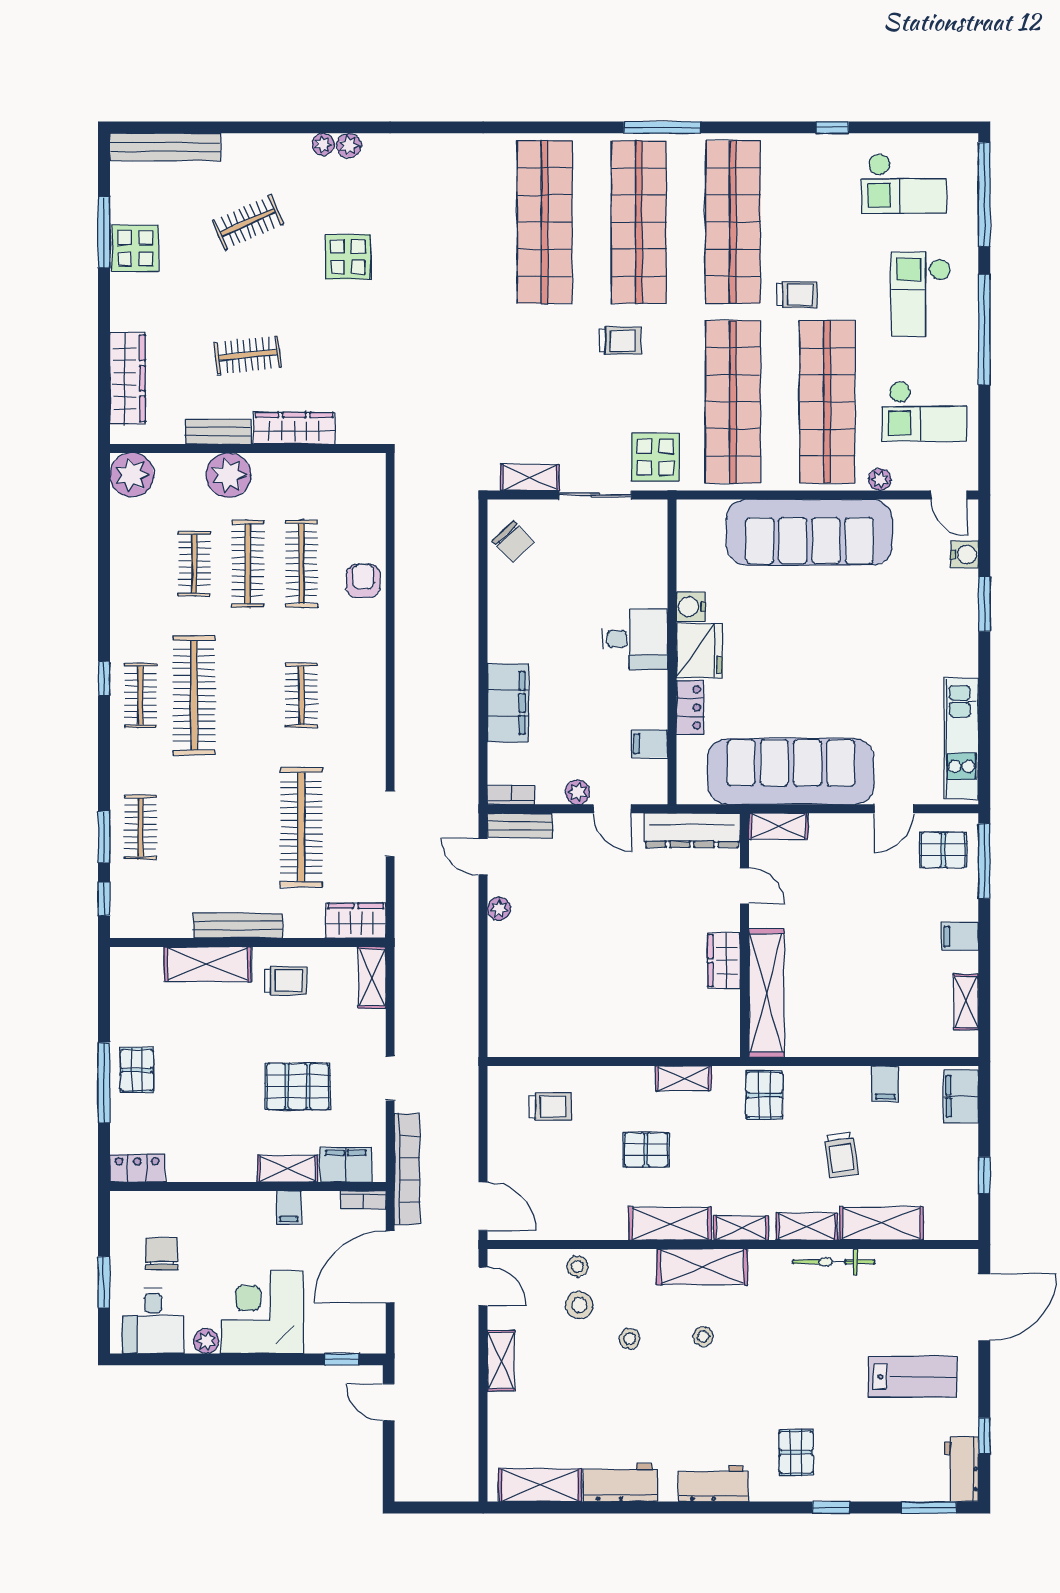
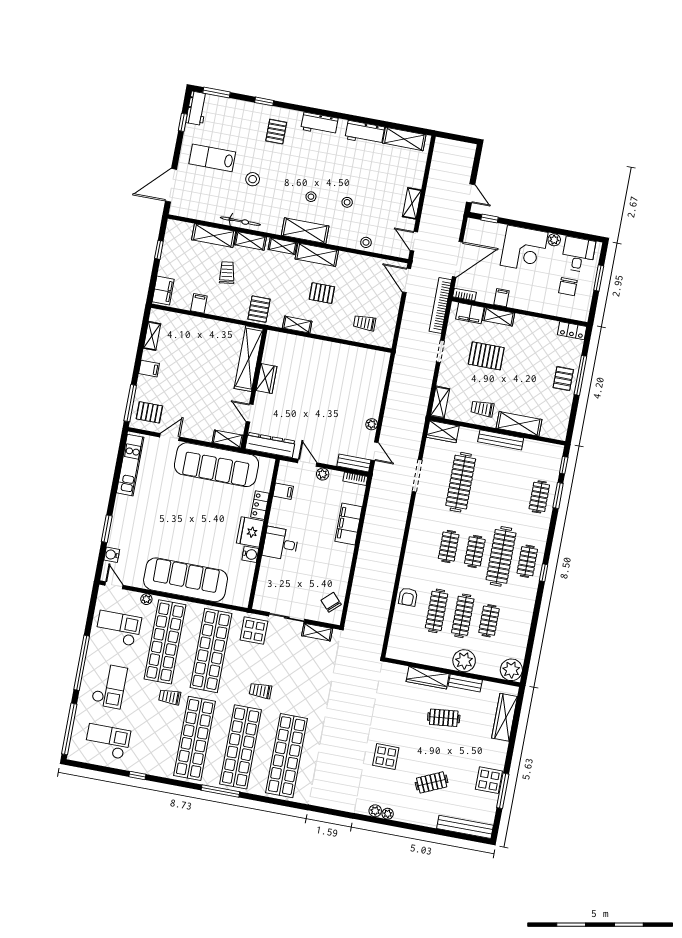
clothes rail: (248, 695) -> (475, 551), added
stool: (579, 1305) -> (253, 179), moved

